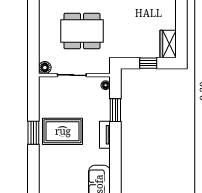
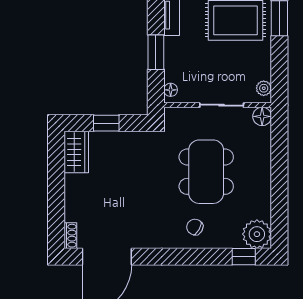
dining table: (82, 31) -> (206, 172), turned 90
plant: (44, 86) -> (264, 88), added

